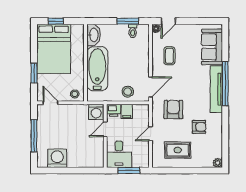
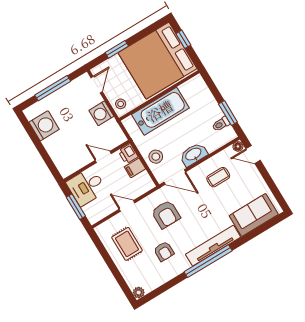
washbasin: (93, 35) -> (194, 154), moved, turned 180
bed: (54, 49) -> (157, 61), width x1.36
window: (225, 84) -> (208, 261), moved
armchair: (173, 110) -> (166, 214), turned 90
washing machine: (96, 112) -> (101, 113), moved

